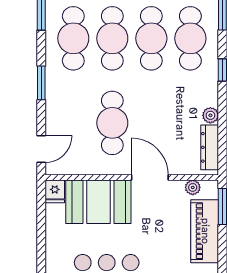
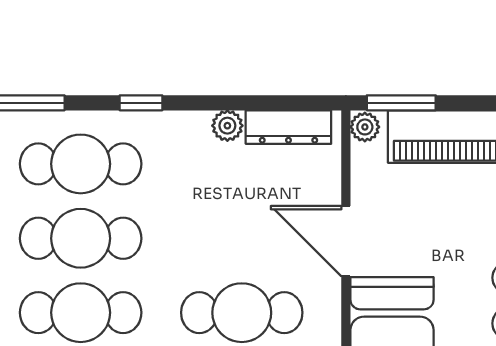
door: (150, 178) -> (346, 241), hinge flipped
plant: (193, 187) -> (365, 127), moved

